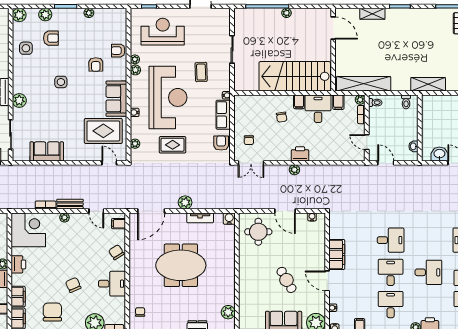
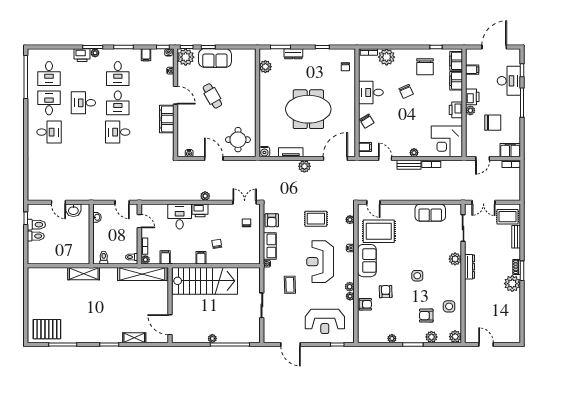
reception desk: (168, 97) -> (320, 262), width x0.74, depth x0.77
desk: (318, 109) -> (180, 217), moved, turned 180

